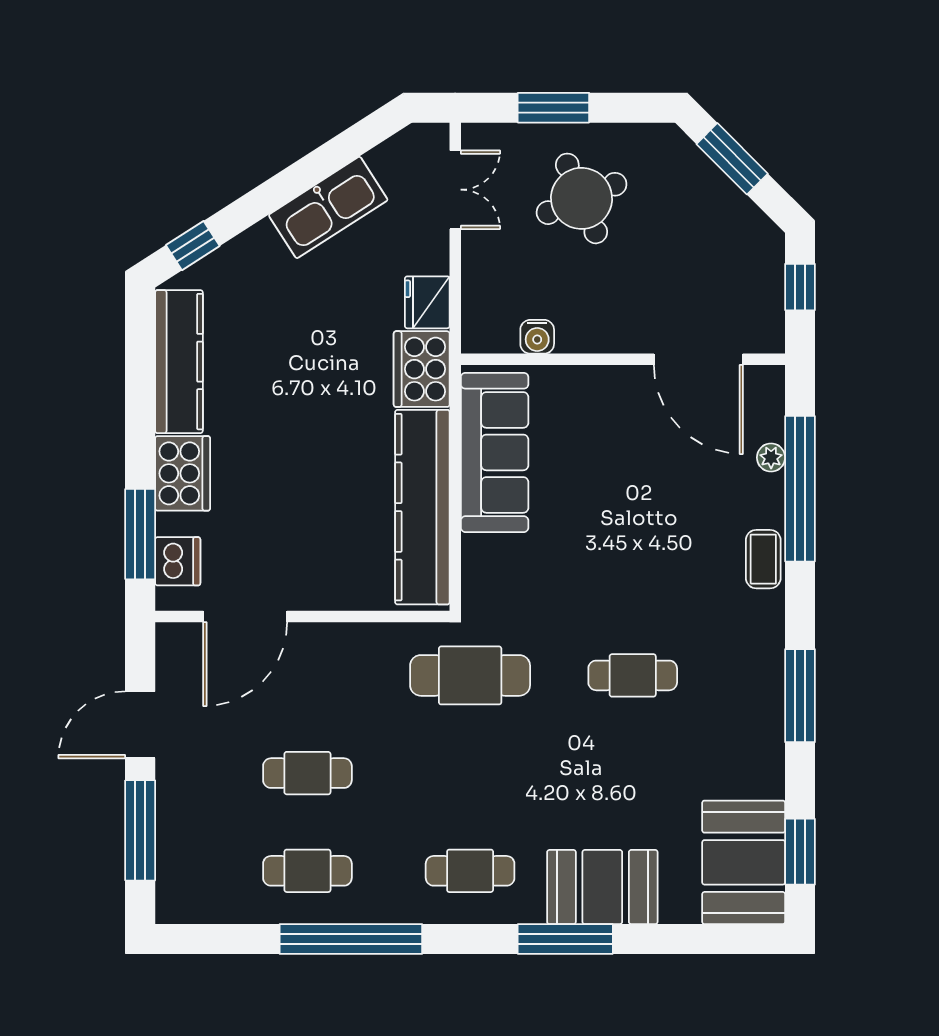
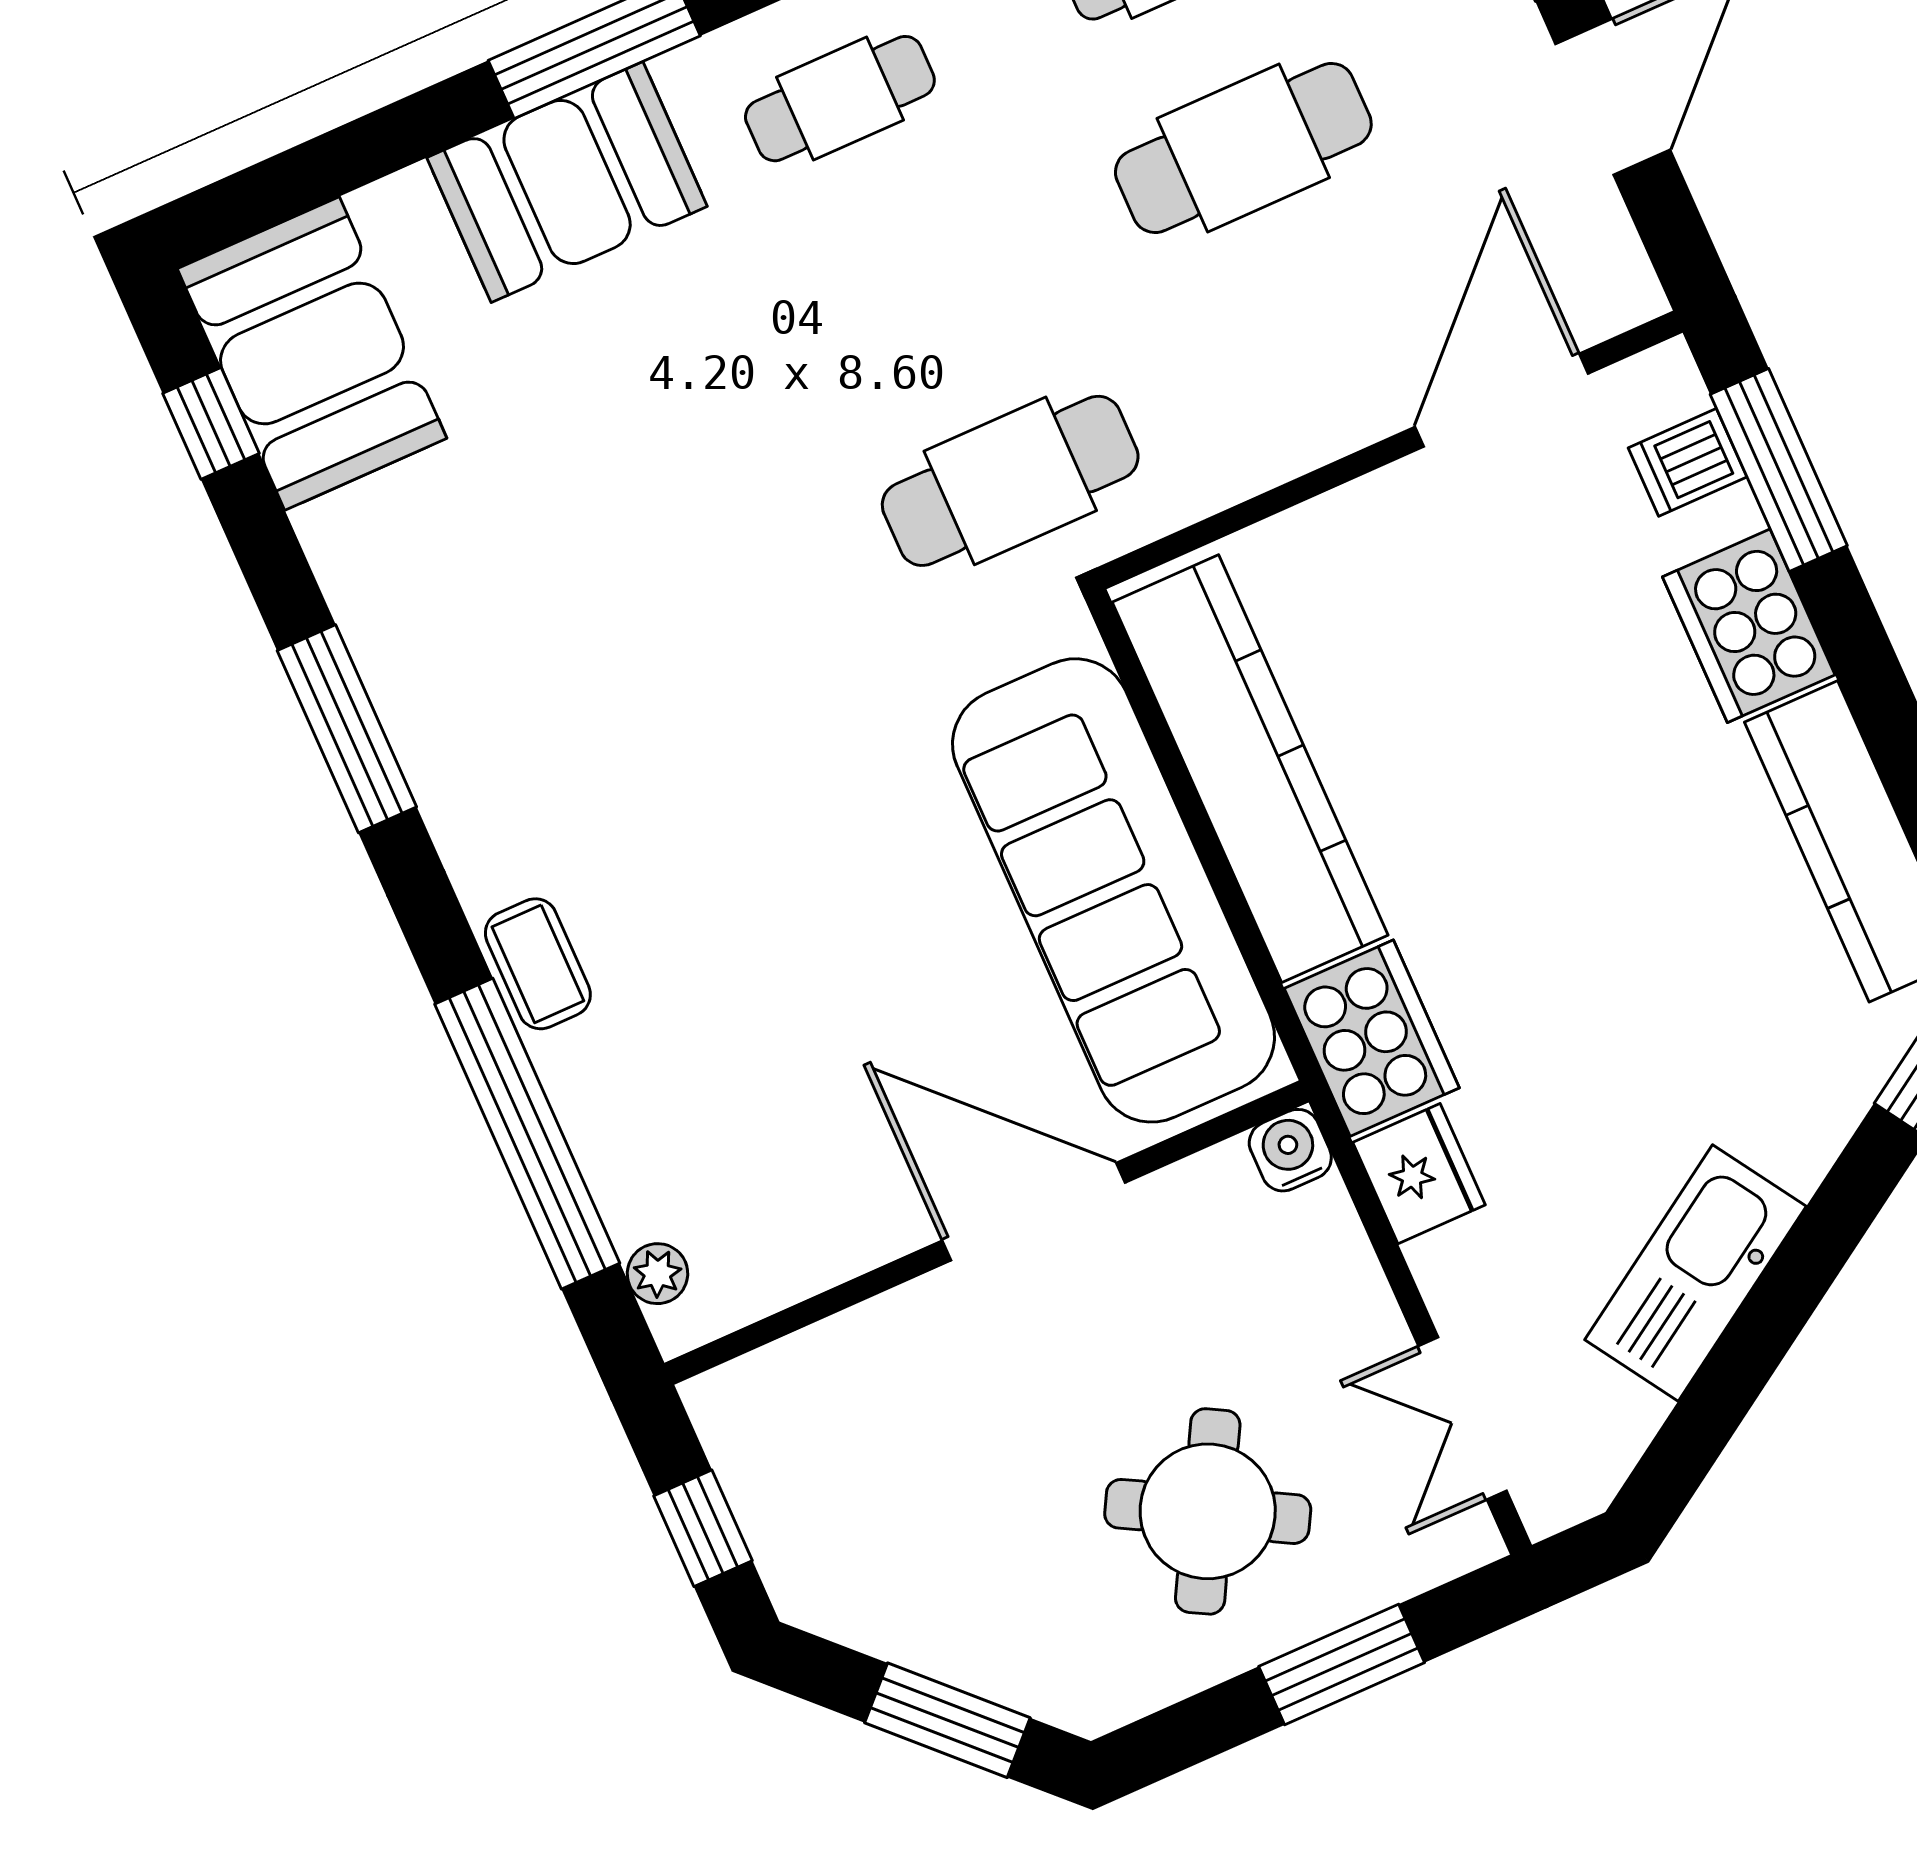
round table: (582, 198) -> (1208, 1511), turned -38
water cooler: (537, 337) -> (1290, 1150), moved
door: (698, 359) -> (1034, 1212), moved
sofa: (495, 452) -> (1113, 890), width x1.36, depth x1.27
plant: (771, 458) -> (657, 1274), moved
dishwasher: (178, 561) -> (1688, 462), width x0.73
cafe table: (633, 675) -> (692, 623), removed
cafe table: (307, 773) -> (1243, 148), width x1.37, depth x1.35
window: (800, 852) -> (211, 423), width x0.67

